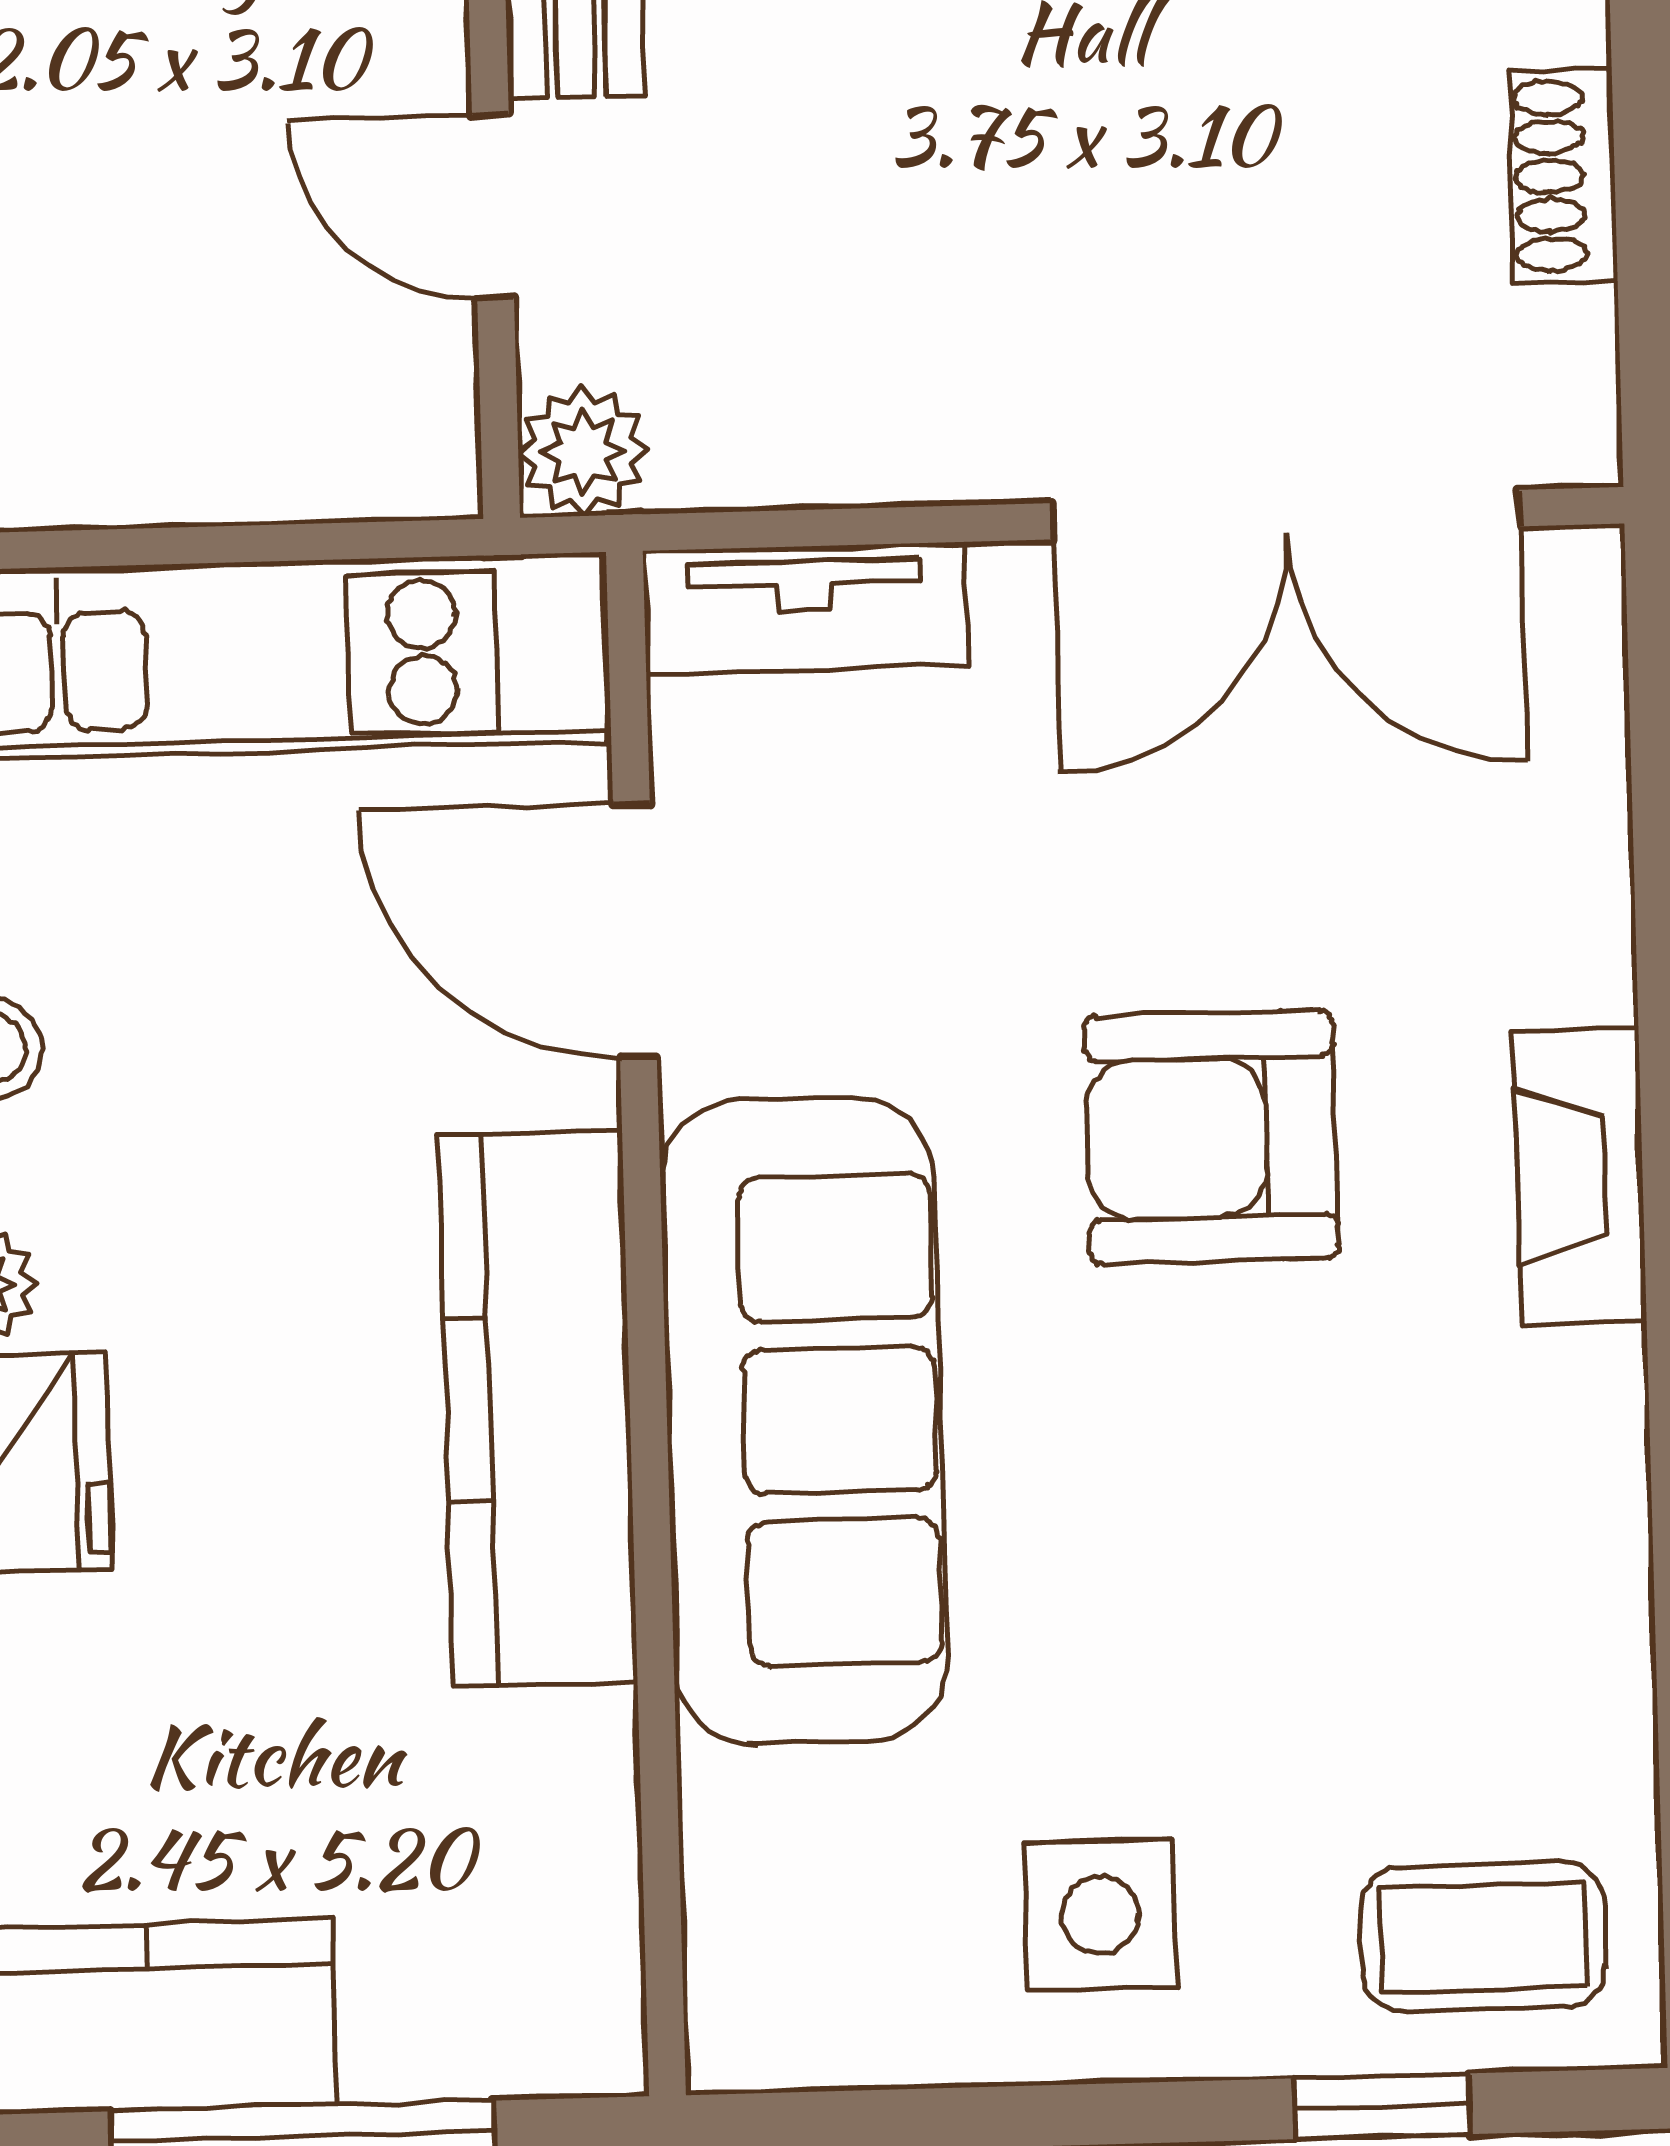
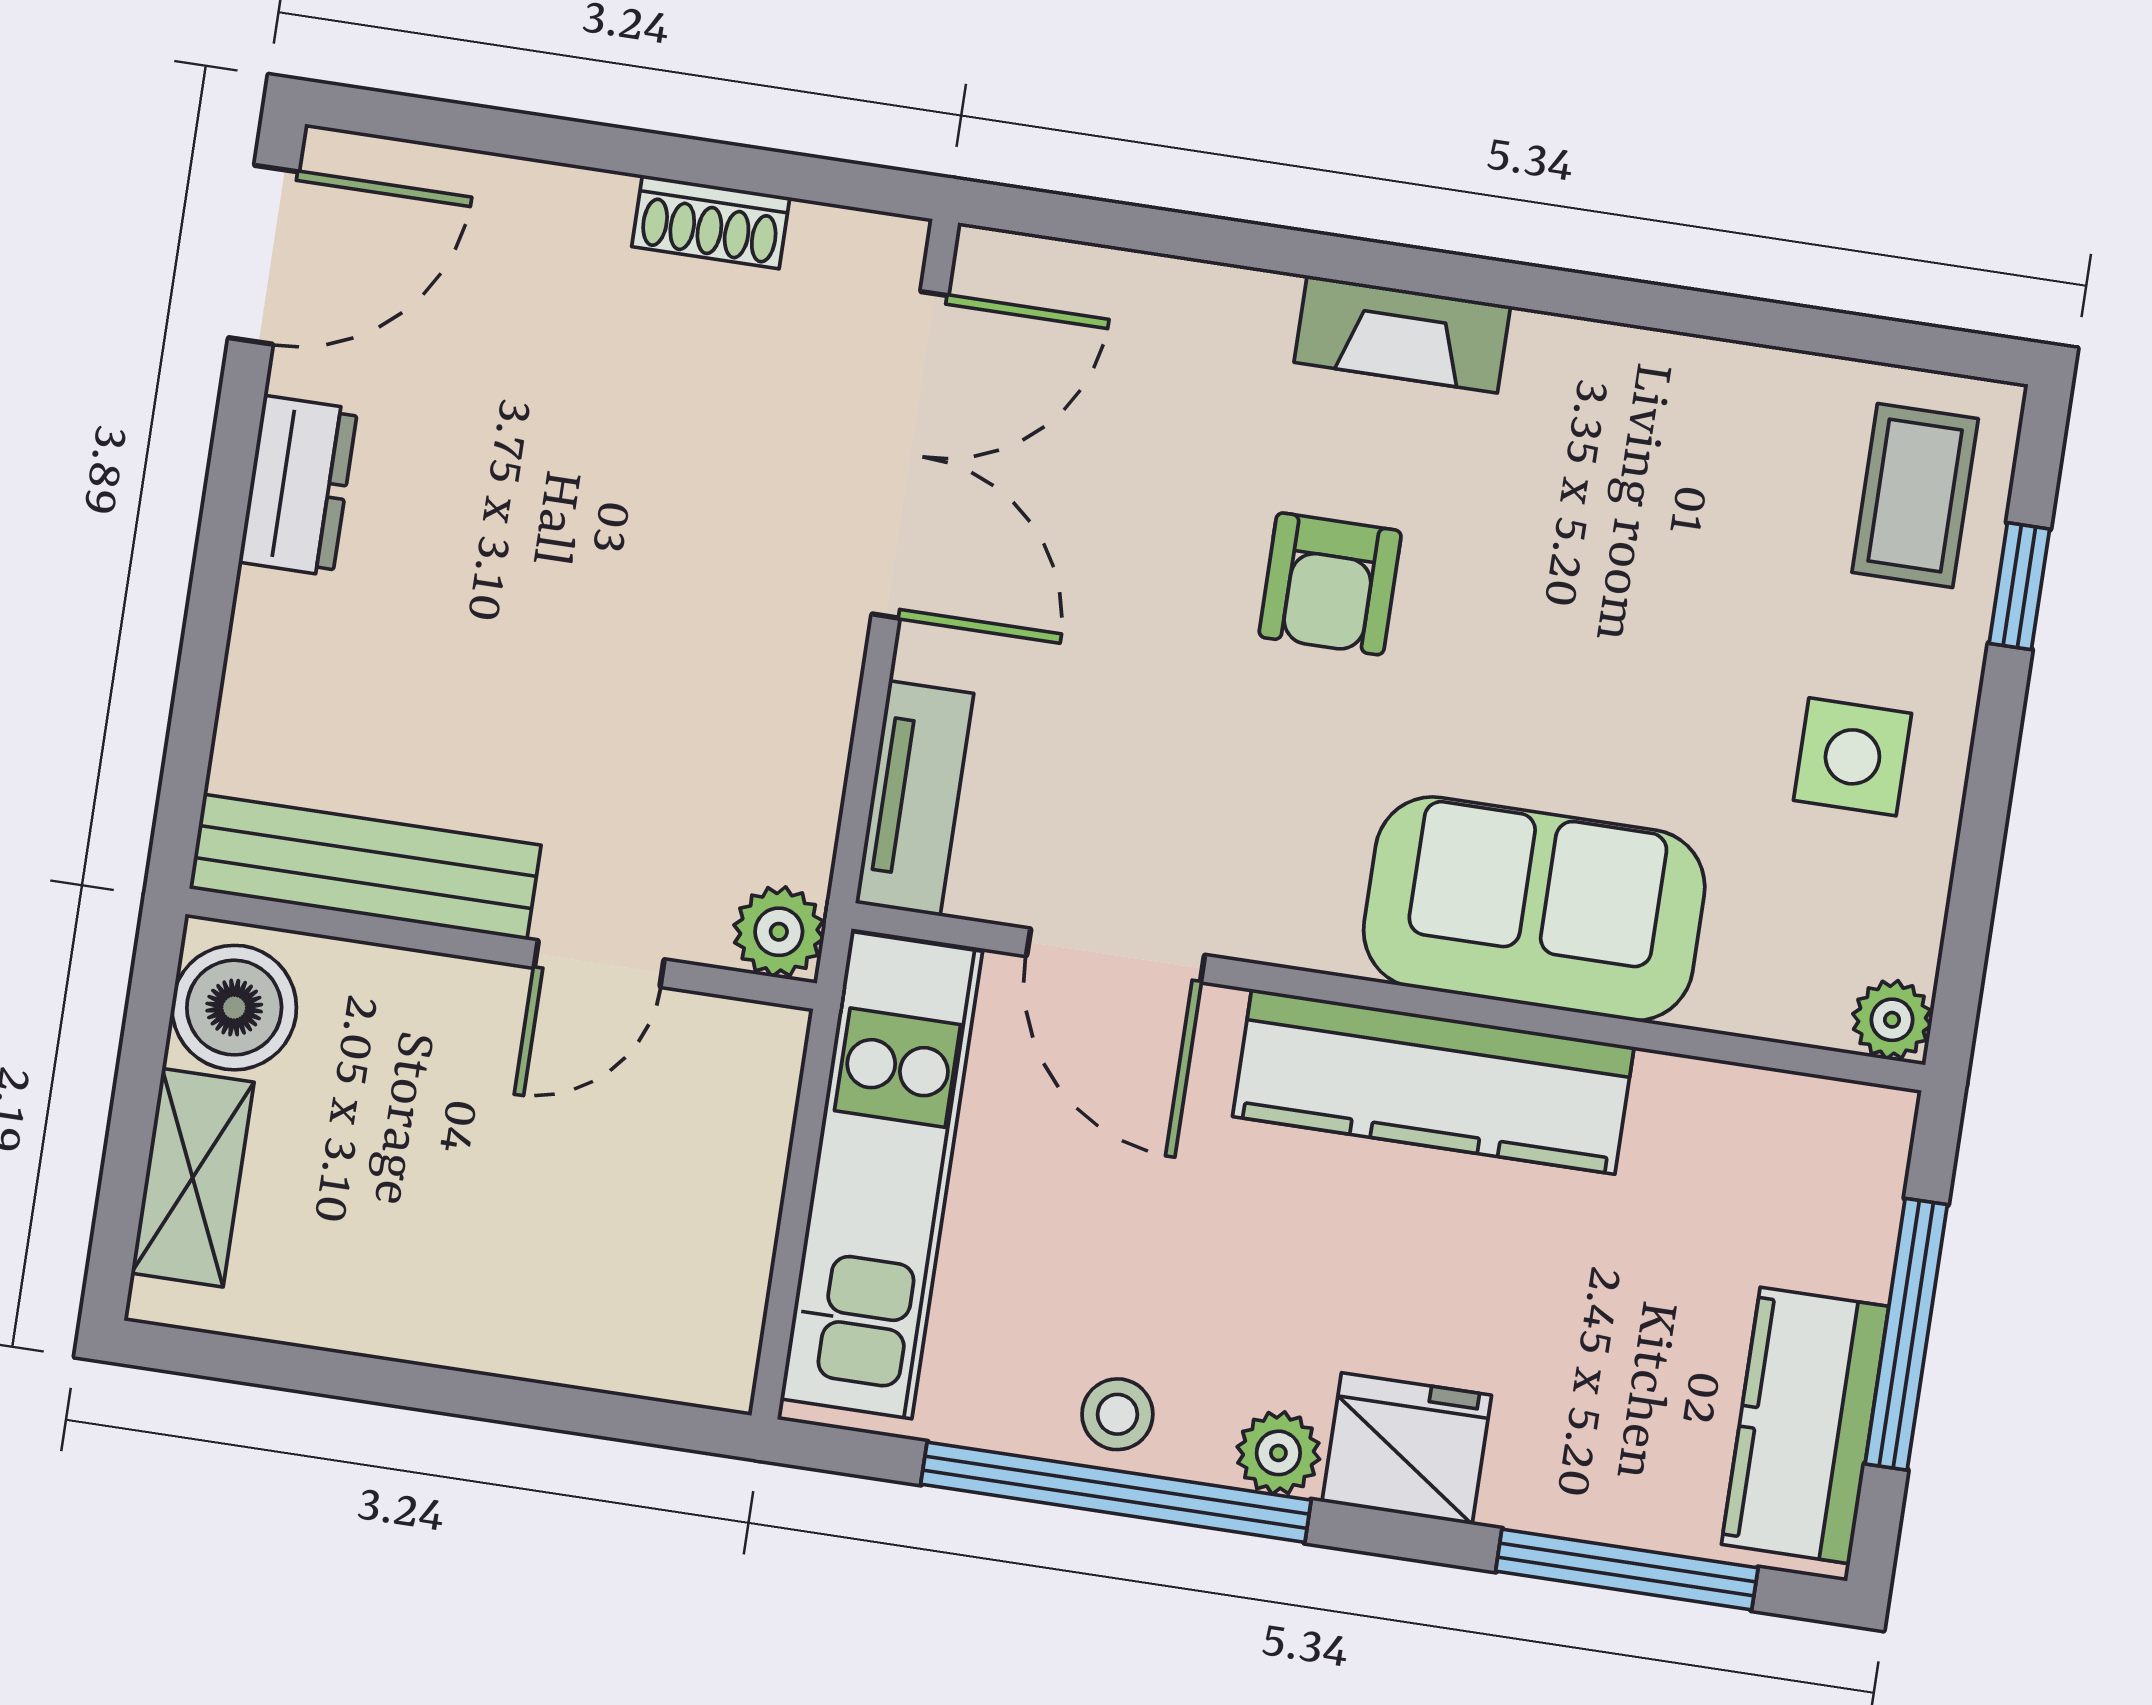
door: (635, 930) -> (1116, 956), hinge flipped
armchair: (1211, 1137) -> (1330, 584), width x0.72, depth x0.72
sofa: (804, 1421) -> (1534, 909), width x0.73
plant: (741, 2037) -> (1892, 1020), added

